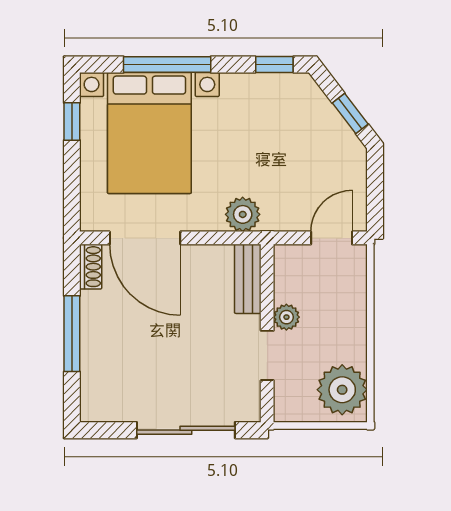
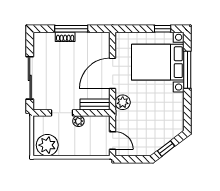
window: (274, 65) -> (187, 116), removed
door: (145, 238) -> (113, 73), moved
shoe rack: (91, 267) -> (65, 37), moved

